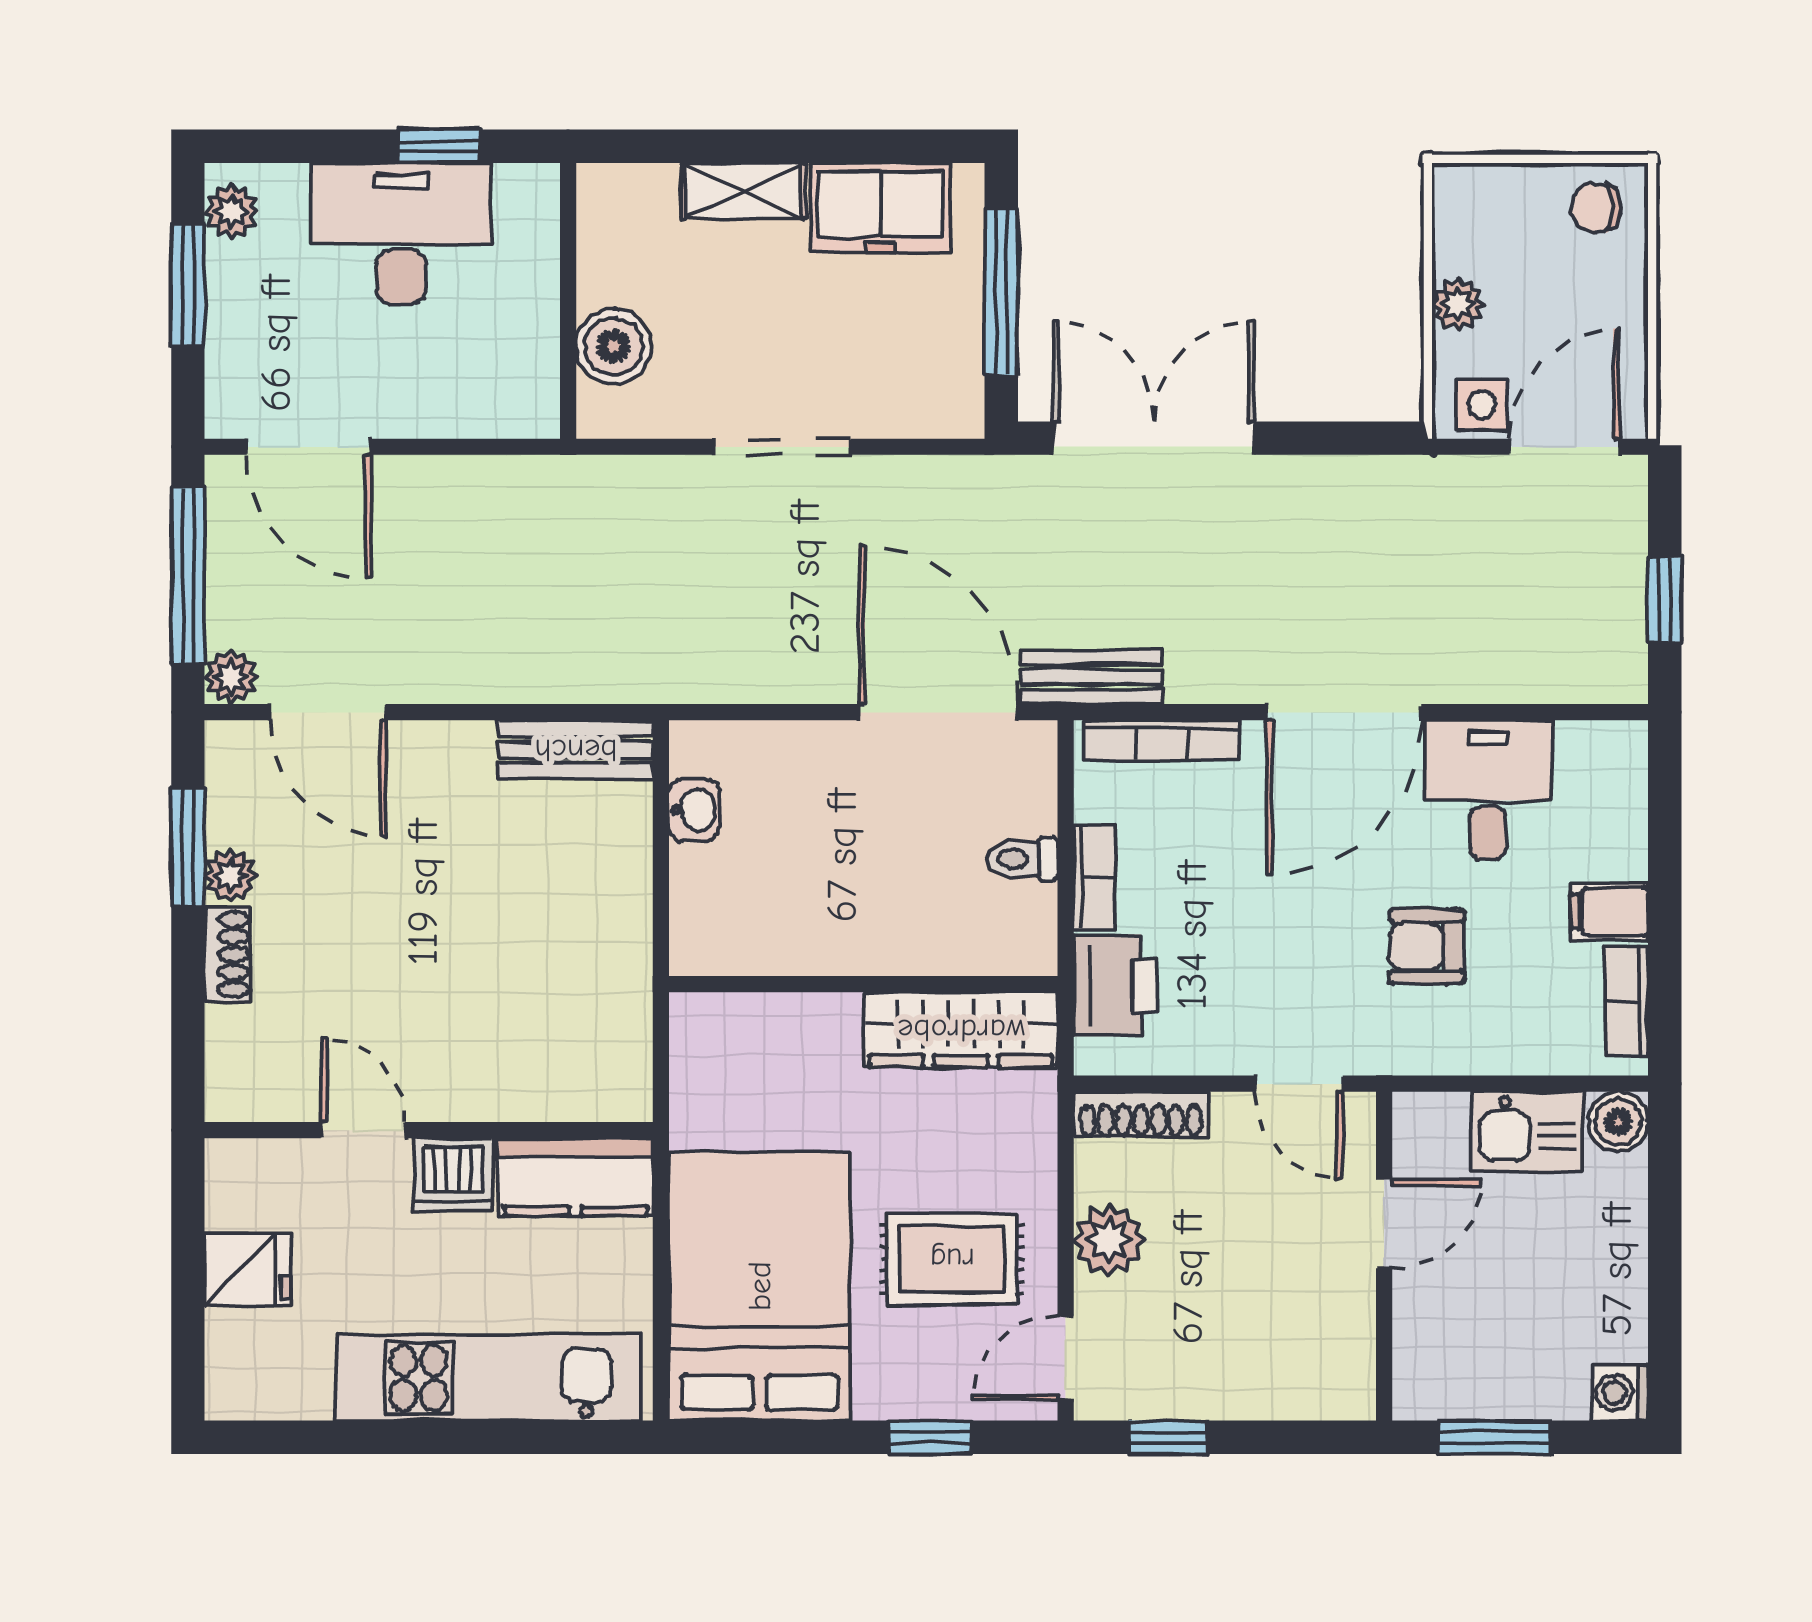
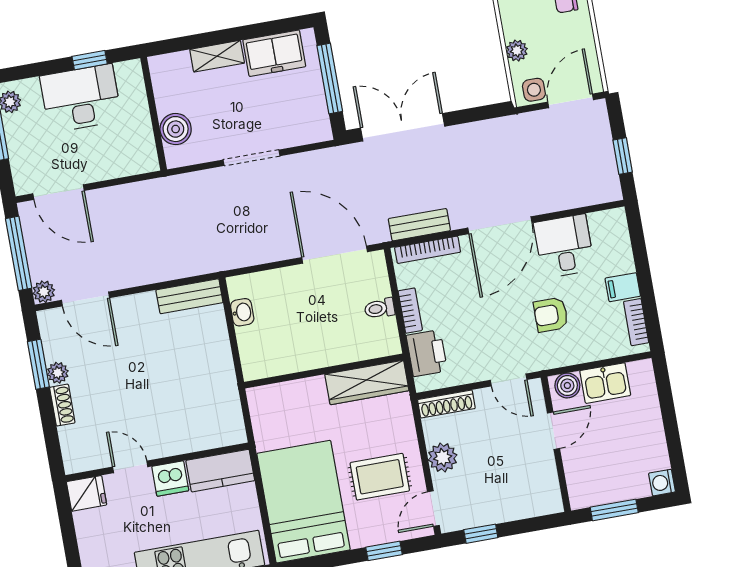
bench: (1091, 677) -> (419, 225), moved
boiler: (1618, 1122) -> (567, 385), moved
fridge: (248, 1269) -> (87, 493), moved

